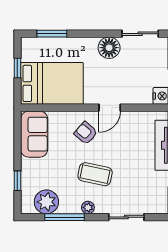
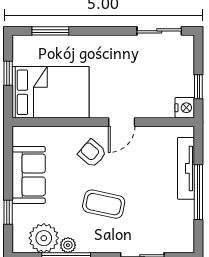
floor lamp: (109, 48) -> (121, 48), removed
sofa: (34, 134) -> (29, 175), moved
plant: (88, 207) -> (68, 245), moved

